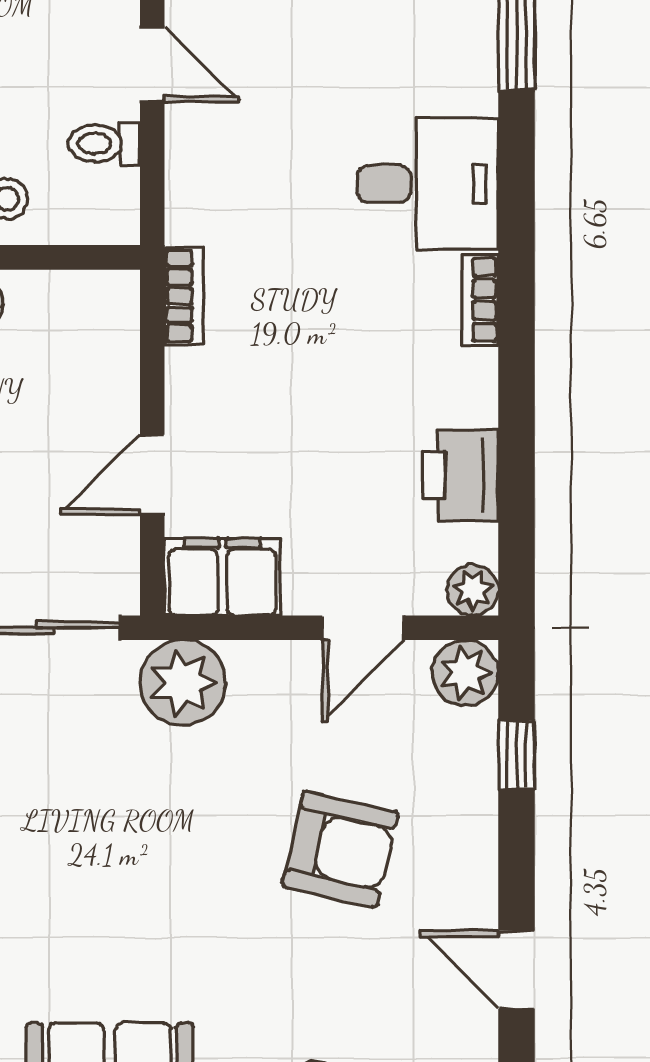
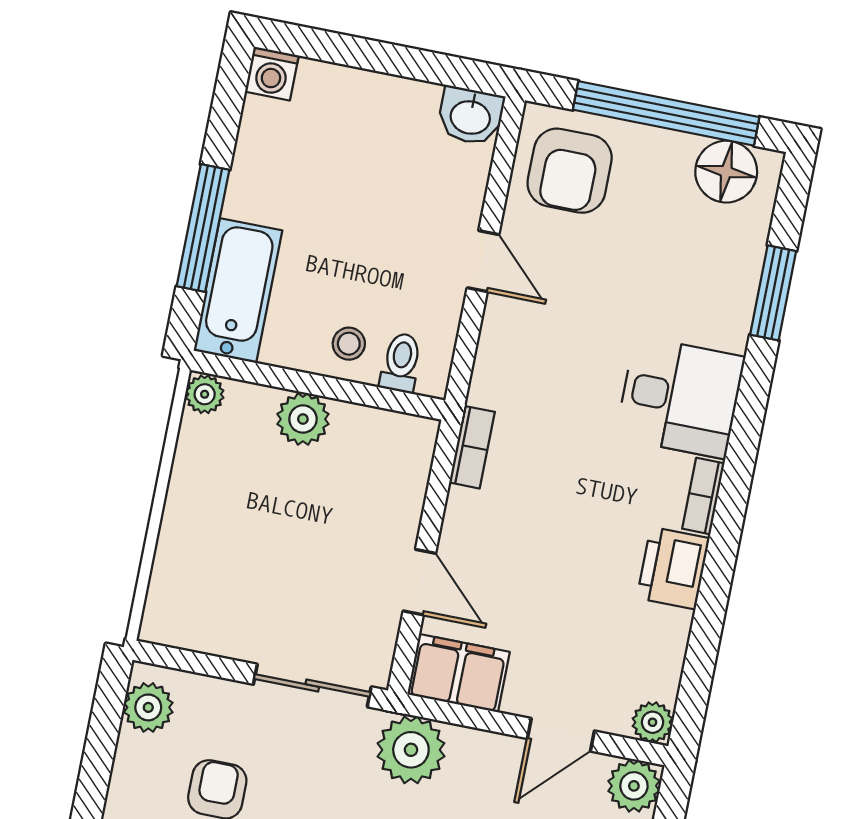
toilet: (104, 143) -> (401, 363), moved, turned 90
door: (152, 475) -> (419, 582), swing flipped
printer: (461, 476) -> (673, 568), moved

